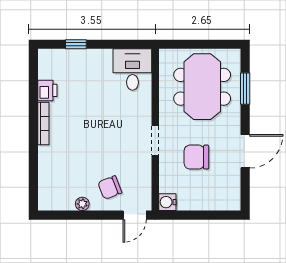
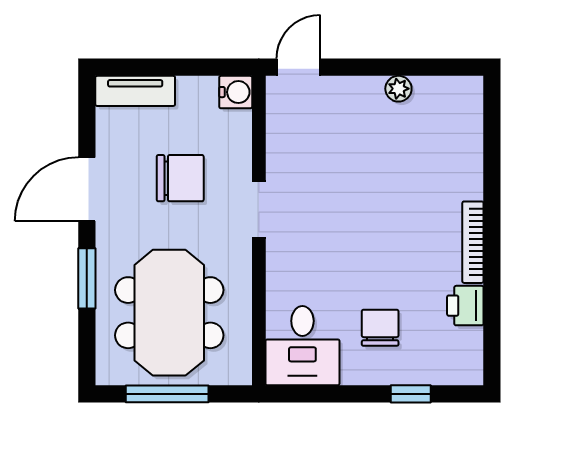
window: (203, 44) -> (167, 394), added
window: (245, 89) -> (87, 278), moved
chair: (110, 187) -> (380, 328), moved, turned -69
tv unit: (220, 203) -> (135, 91), added

